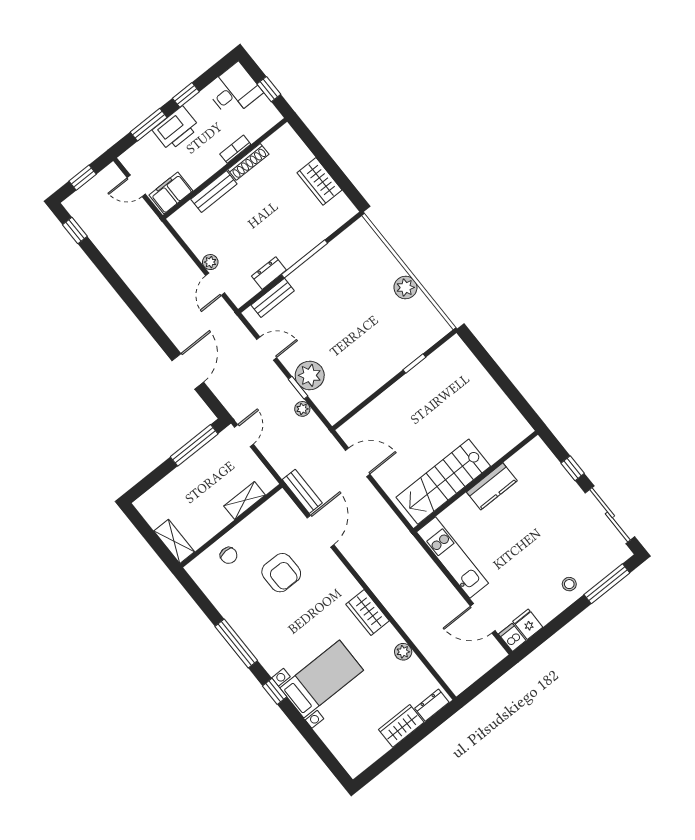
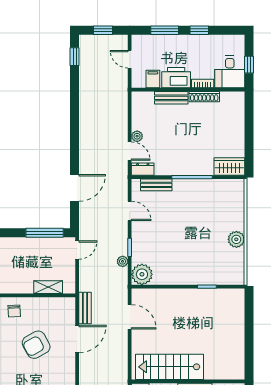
desk: (234, 90) -> (230, 72), moved, turned 90
printer: (176, 129) -> (176, 78), moved, turned 180
wardrobe: (319, 181) -> (229, 167), moved, turned 90
filing cabinet: (171, 193) -> (153, 79), width x0.50
dresser: (269, 273) -> (143, 169), moved
door: (215, 284) -> (130, 151), swing flipped
plant: (310, 375) -> (142, 274), moved
armchair: (281, 573) -> (36, 345), turned 61

